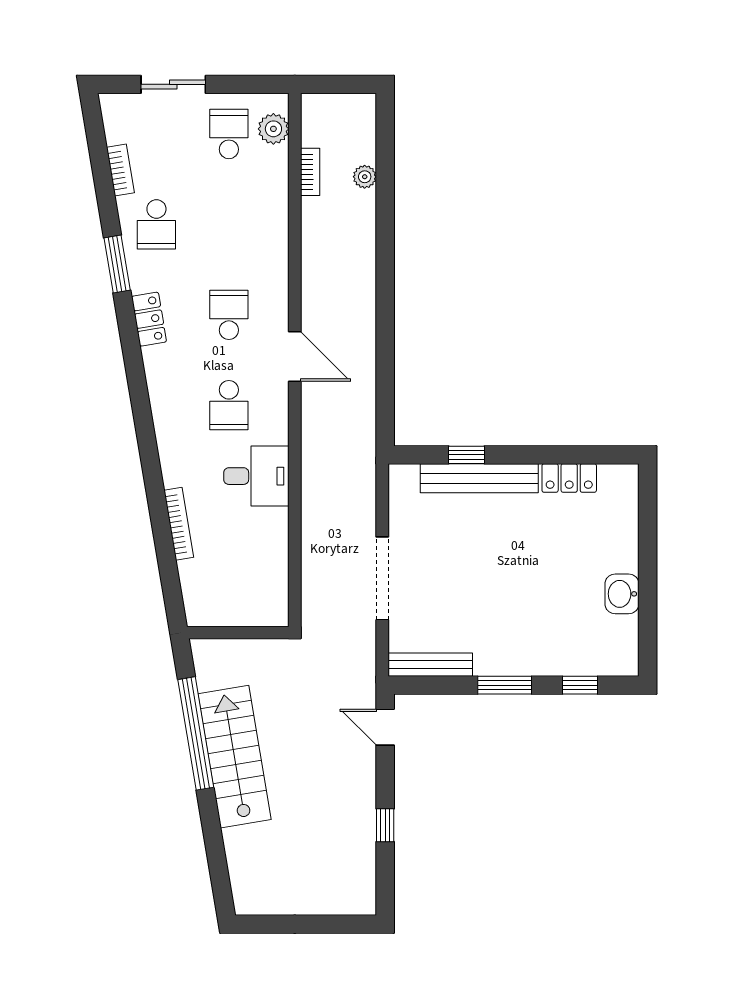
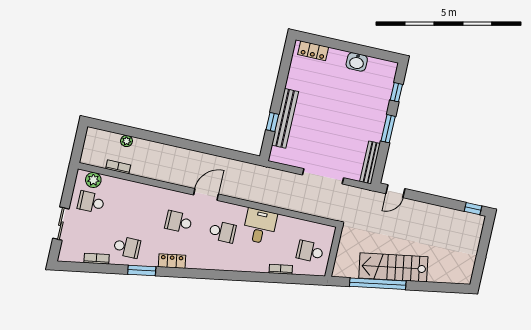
locker: (569, 478) -> (313, 51), moved, turned 90
bookcase: (179, 524) -> (281, 269), width x0.64
school desk: (229, 586) -> (310, 251), added
window: (385, 825) -> (473, 209), moved

